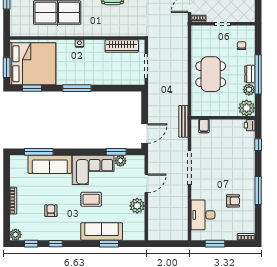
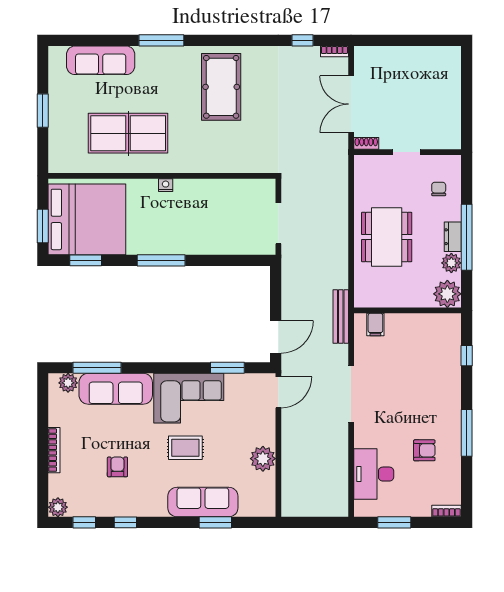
wardrobe: (122, 46) -> (237, 189), removed
printer: (250, 125) -> (452, 323), removed
plant: (120, 161) -> (68, 383), moved
door: (146, 183) -> (278, 392), moved

